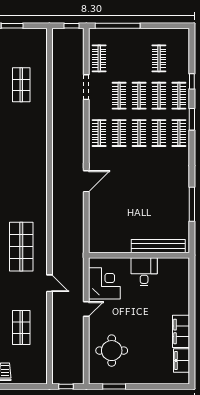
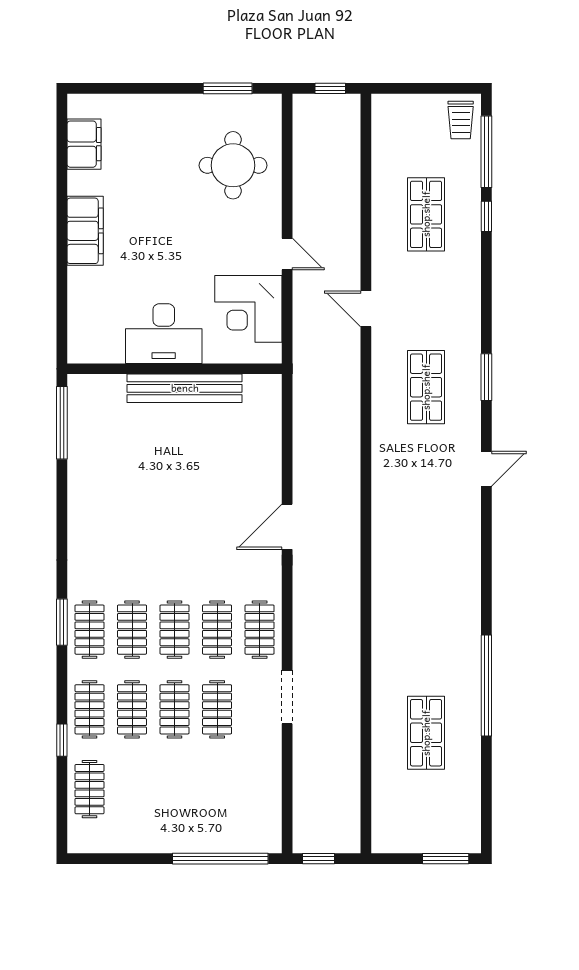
clothes rail: (99, 58) -> (260, 789), removed
clothes rail: (159, 58) -> (90, 789), moved
doorway: (86, 87) -> (287, 697), moved
window: (192, 119) -> (62, 622), moved
window: (192, 204) -> (62, 423), moved
bench: (158, 246) -> (185, 388), moved
shop shelf: (21, 247) -> (426, 387), width x0.70, depth x0.74
desk: (144, 272) -> (164, 334), width x1.37
door: (86, 309) -> (287, 254), swing flipped
filing cabinet: (181, 331) -> (85, 231), moved

